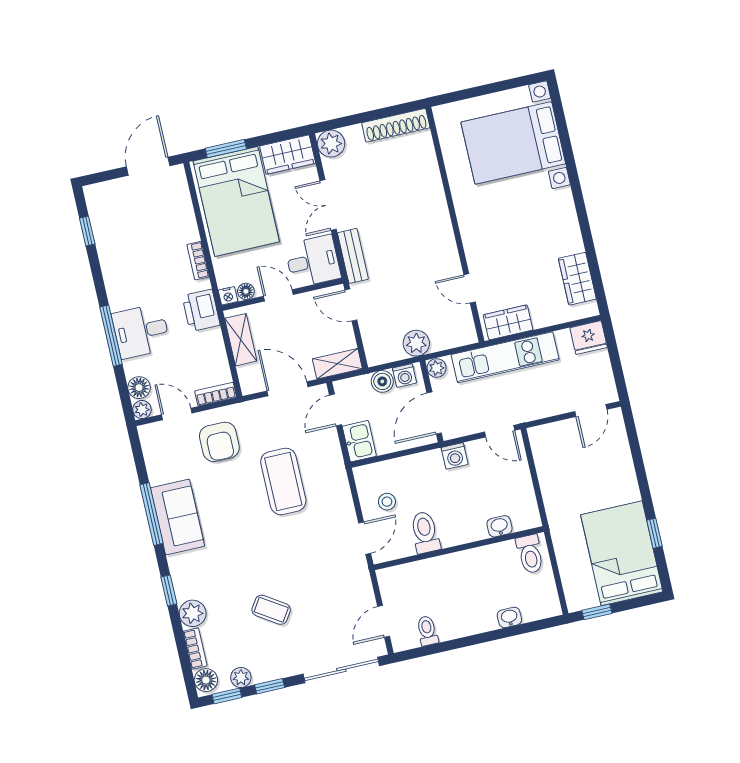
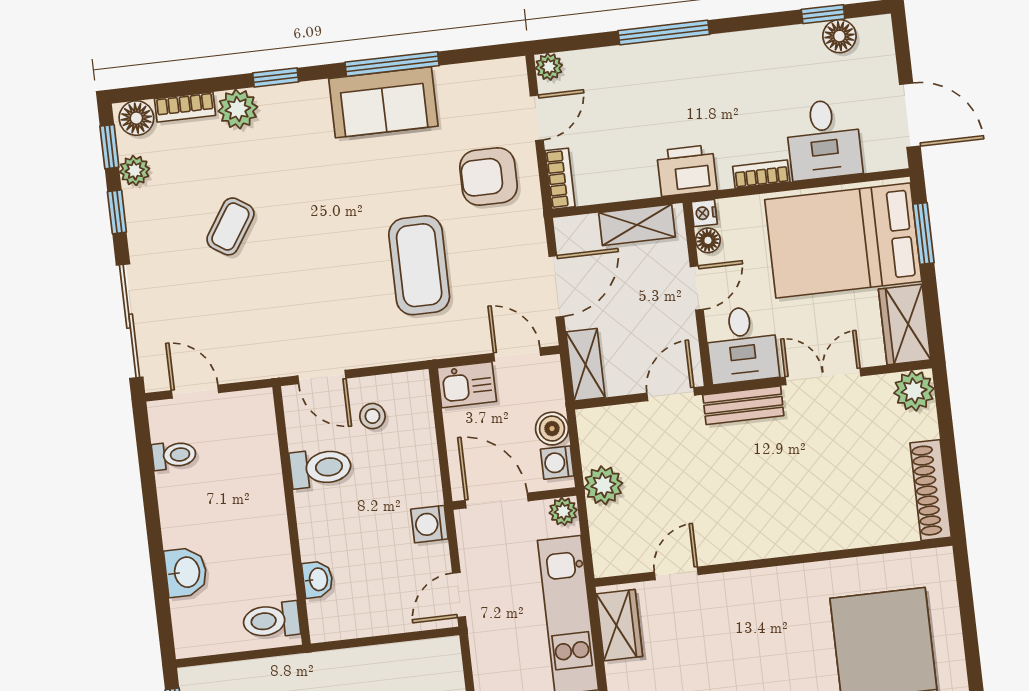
desk: (141, 331) -> (824, 139), moved, turned 180
floor lamp: (139, 388) -> (839, 36), moved
coffee table: (283, 481) -> (419, 265), turned 90
washbasin: (509, 617) -> (186, 572), width x1.38, depth x1.45

